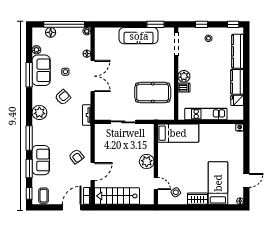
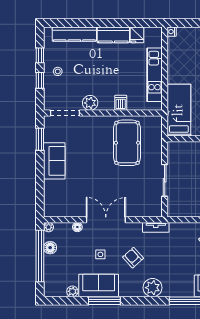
window: (233, 24) -> (40, 55), moved
floor lamp: (51, 32) -> (50, 248), moved
sofa: (139, 36) -> (54, 161), width x0.73
plant: (184, 76) -> (90, 103), moved

